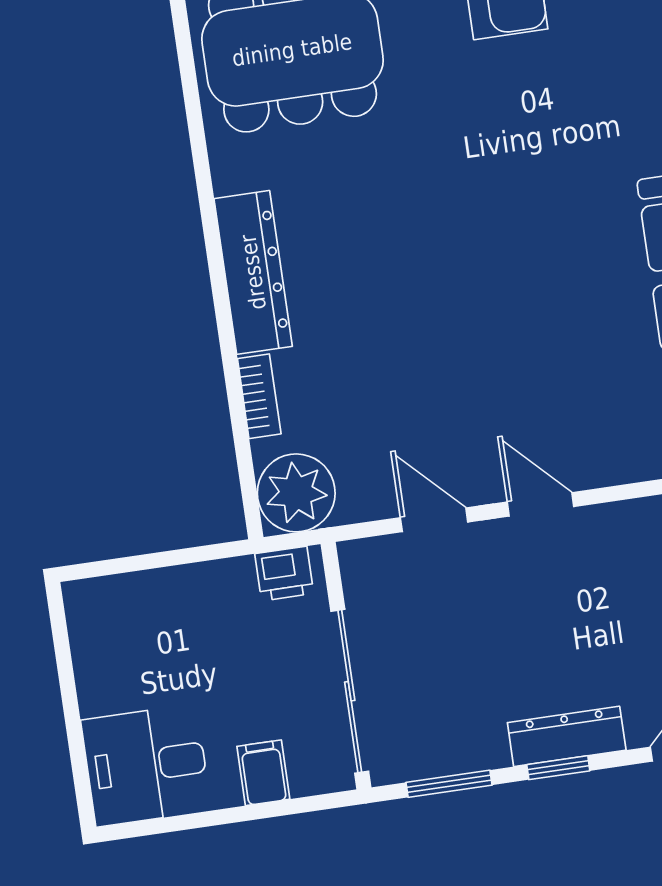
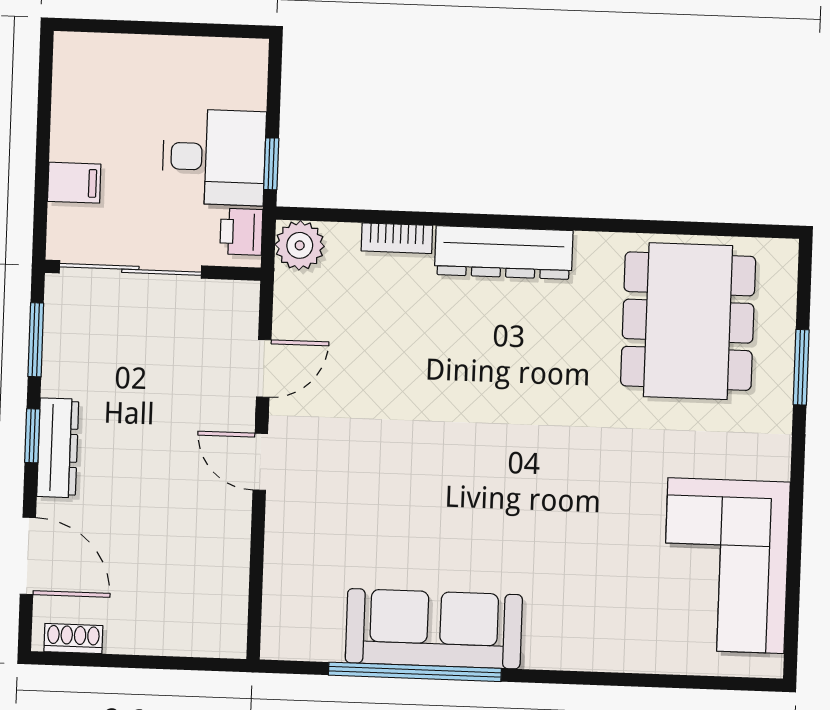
plant: (296, 493) -> (300, 245), width x0.73, depth x0.73
door: (540, 504) -> (260, 462), swing flipped
window: (201, 554) -> (271, 164), added
desk: (146, 765) -> (214, 157), moved, turned 90

